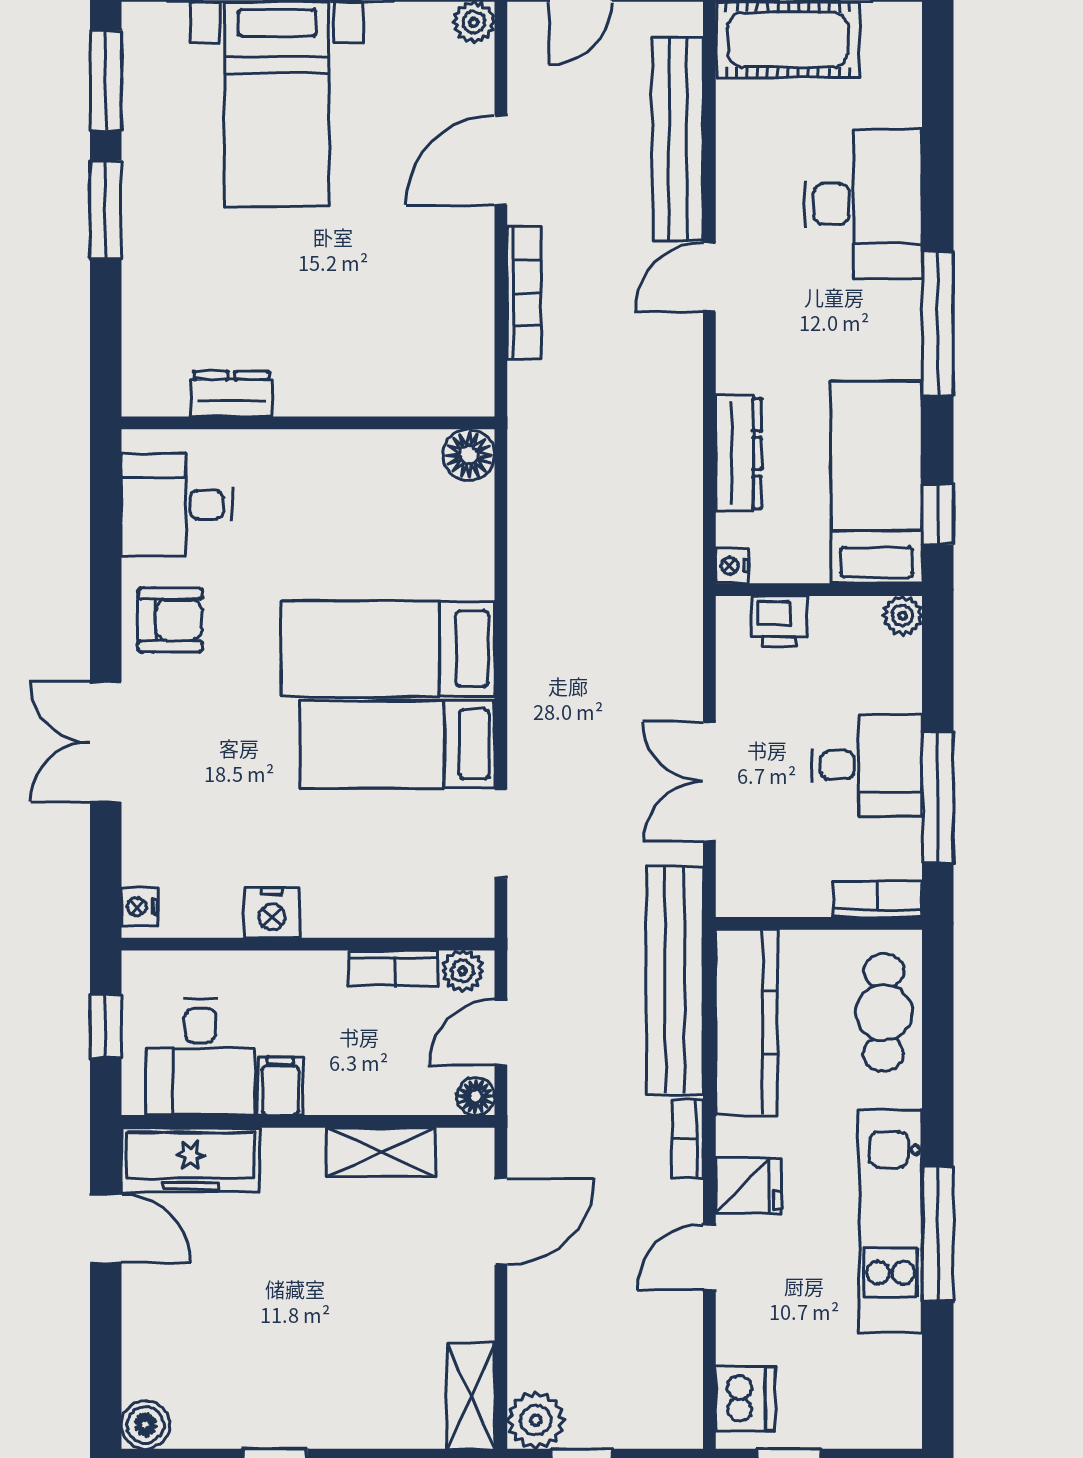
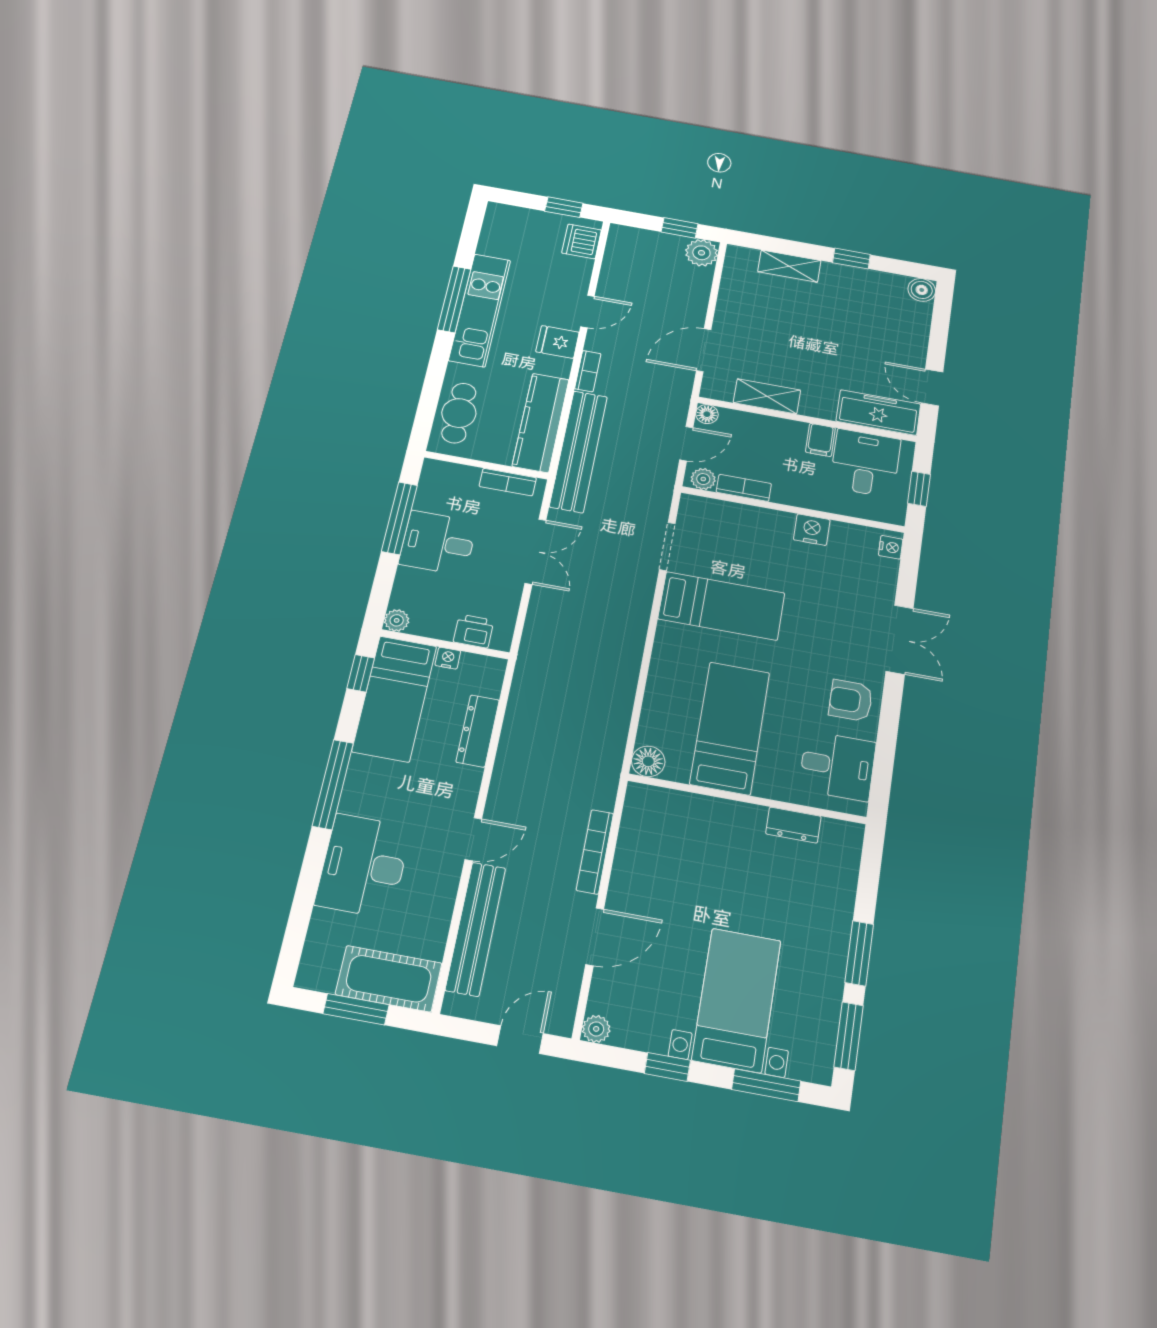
nightstand: (732, 566) -> (448, 658), moved, turned -90
bed: (388, 649) -> (730, 728), moved, turned -90
bookcase: (878, 899) -> (508, 482), moved
shelving: (471, 1396) -> (789, 266), moved, turned 90

